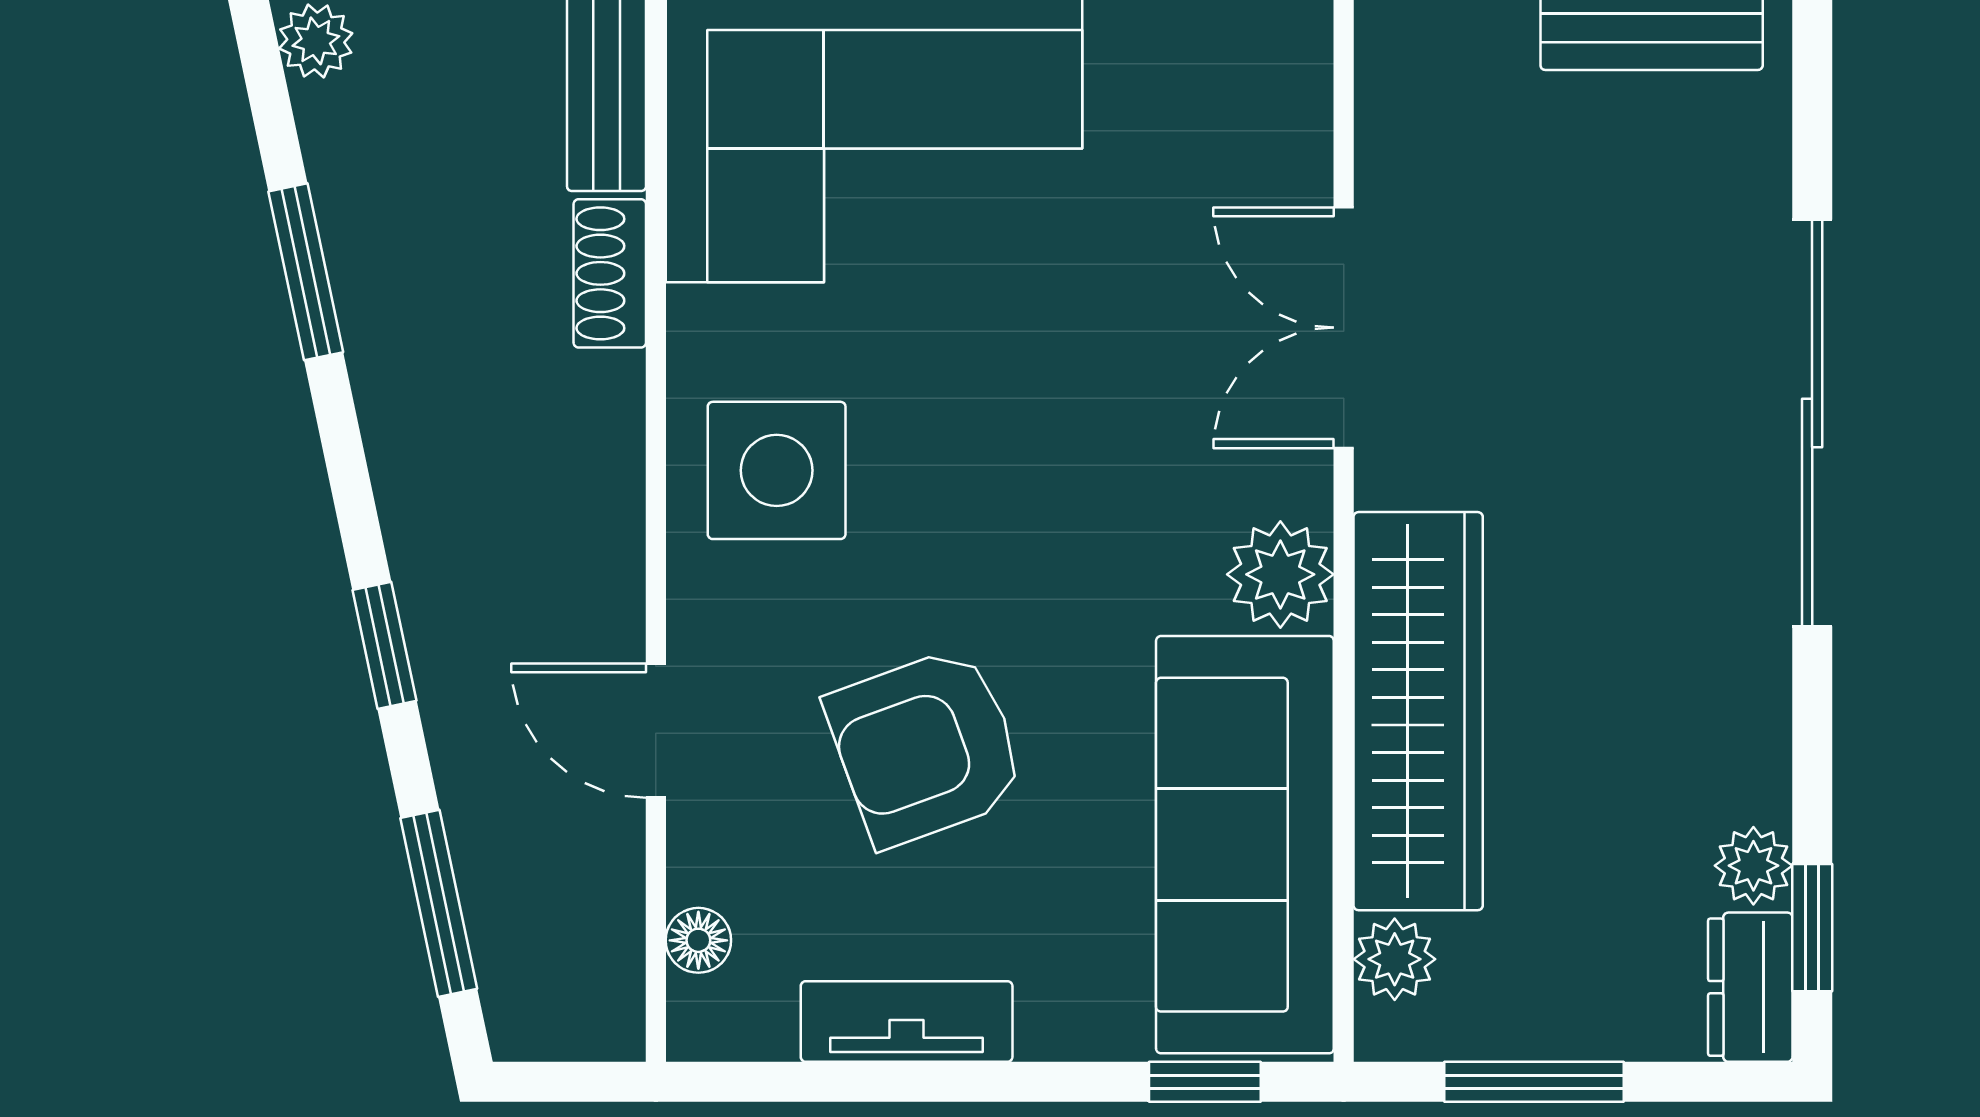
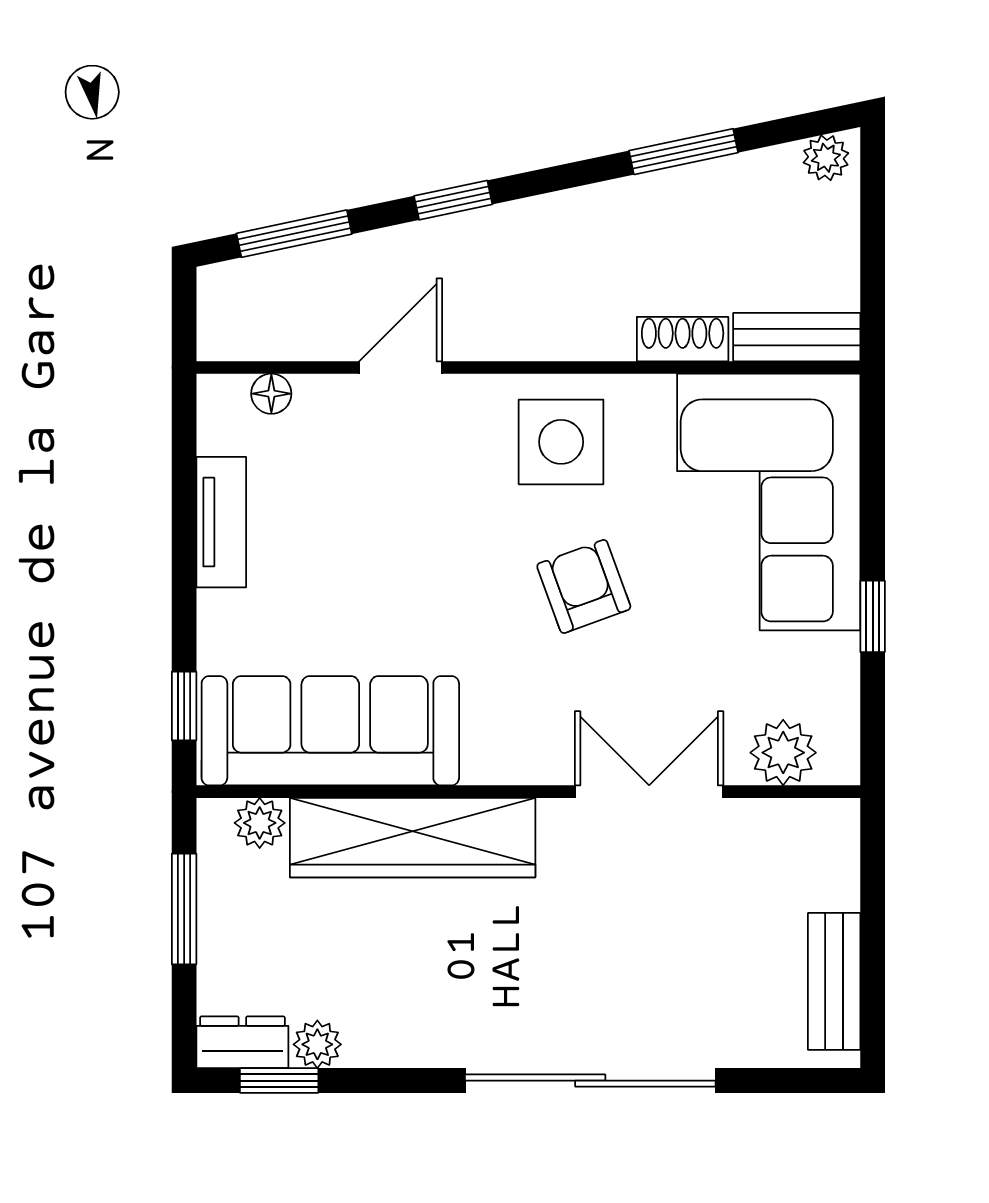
plant: (1280, 574) -> (783, 753), moved
armchair: (926, 747) -> (584, 586), moved, width x0.72, depth x0.72

